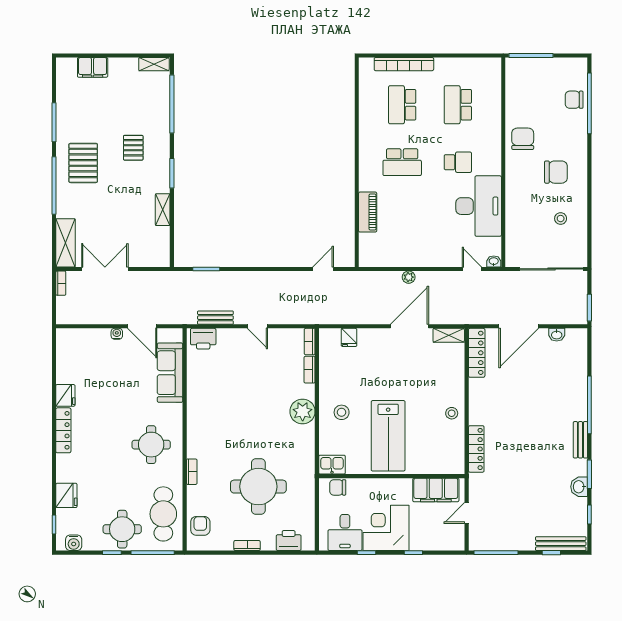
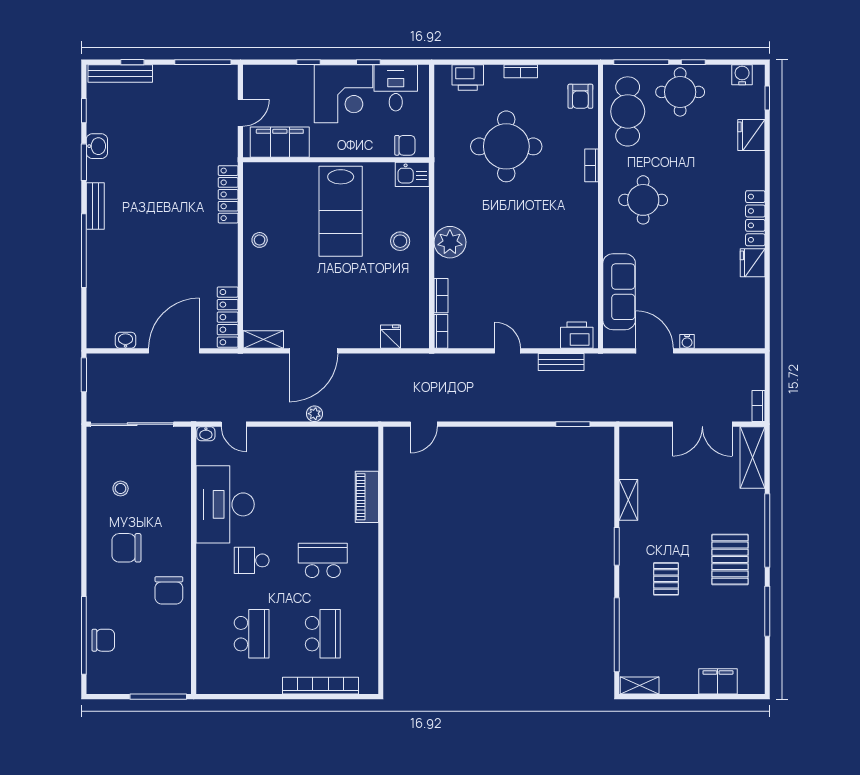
lab bench: (388, 436) -> (341, 211), turned 180

